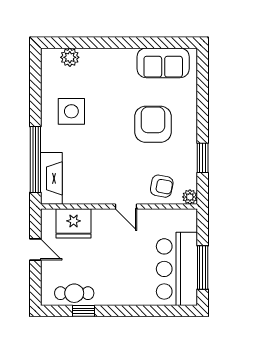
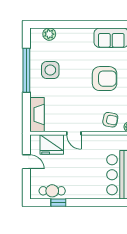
armchair: (153, 124) -> (105, 79), turned 90
window: (35, 160) -> (26, 70), moved
door: (126, 206) -> (74, 133), moved

